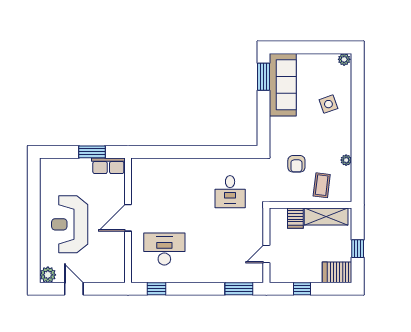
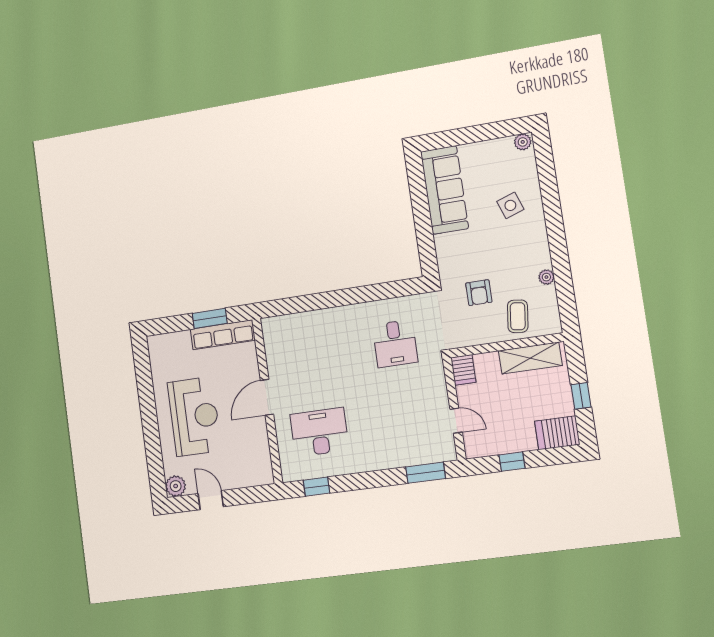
window: (263, 77) -> (417, 184), removed
row of seats: (108, 166) -> (223, 335), width x1.48
server rack: (295, 218) -> (463, 370), moved
reception desk: (70, 224) -> (194, 416), turned 180
door: (266, 254) -> (456, 421), swing flipped

